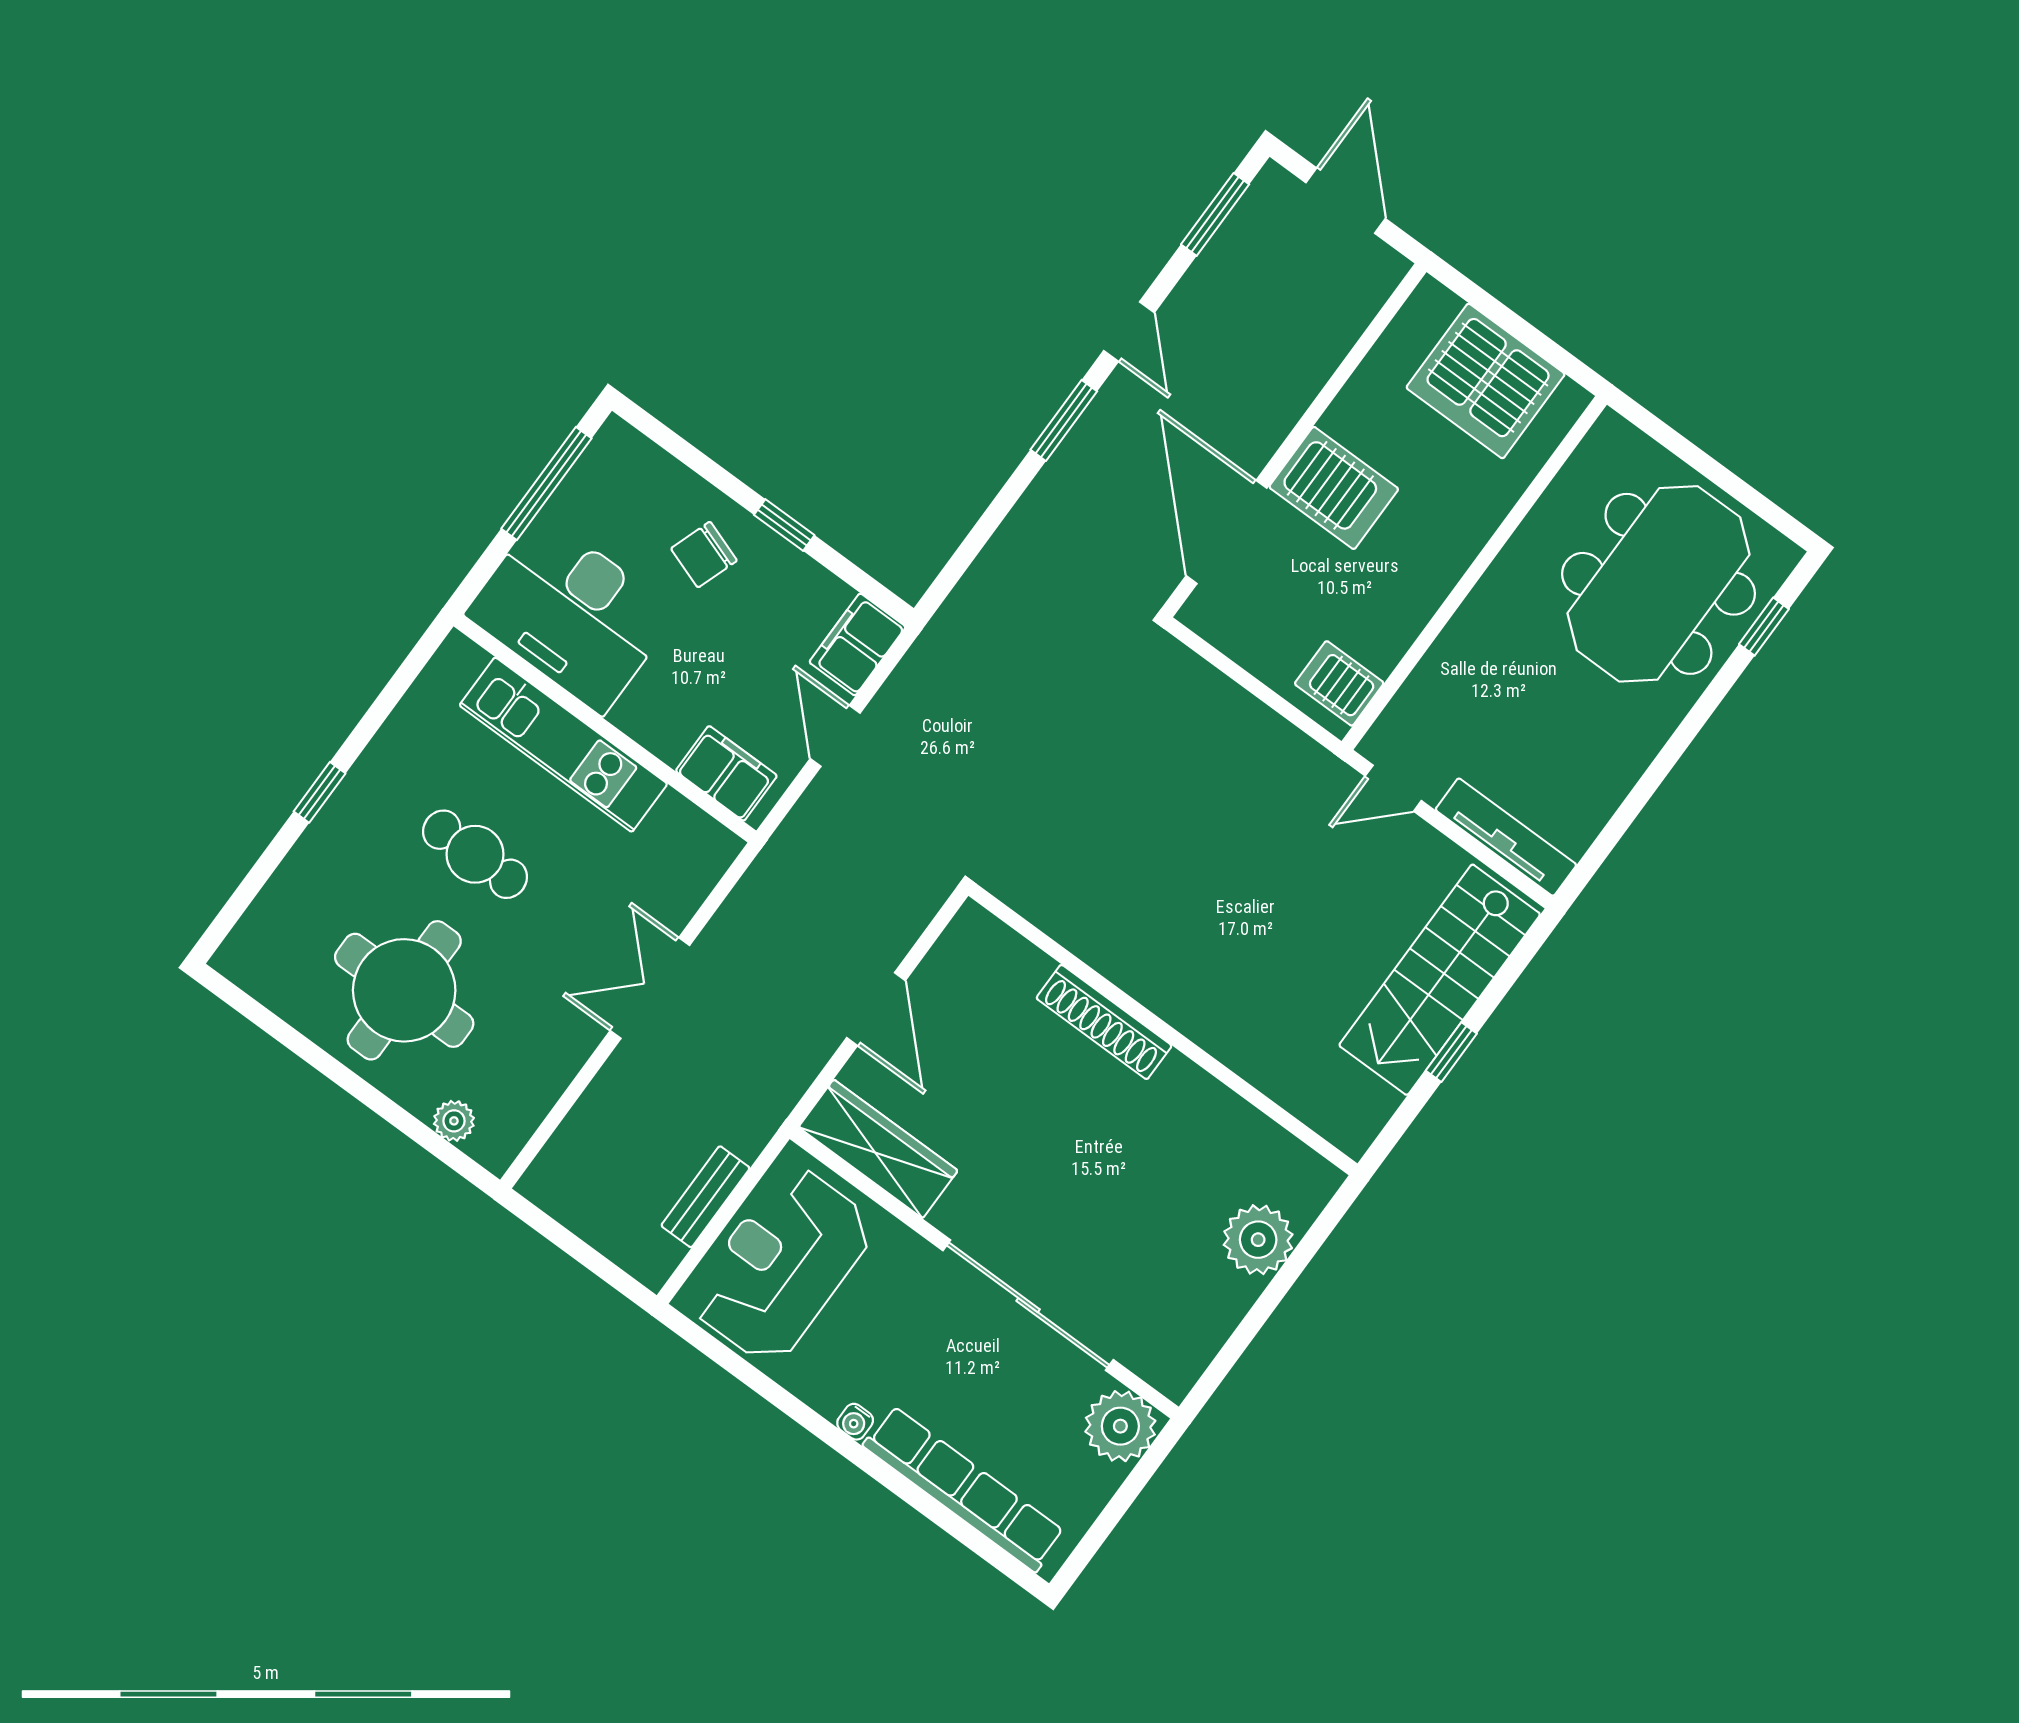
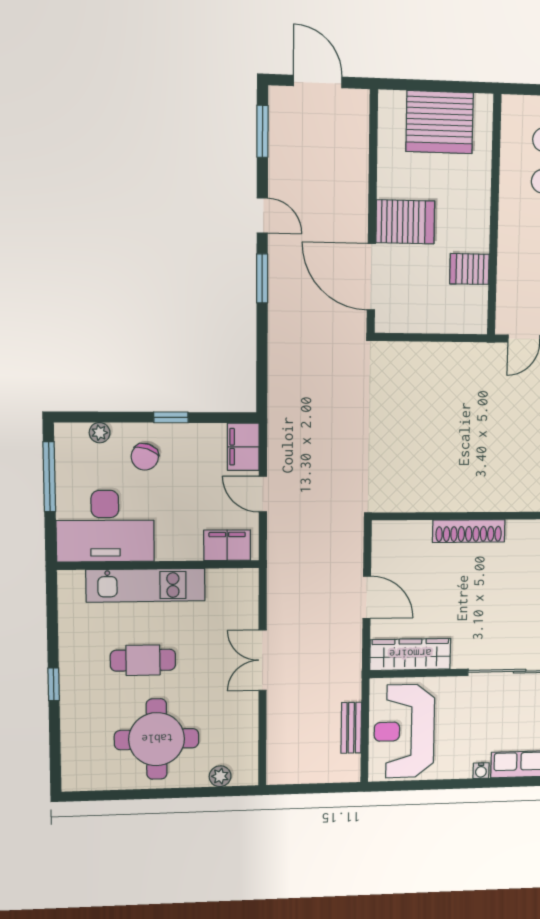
plant: (666, 473) -> (100, 433), added
server rack: (1339, 683) -> (469, 269), moved

